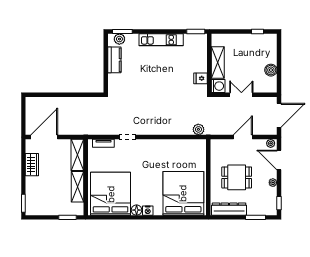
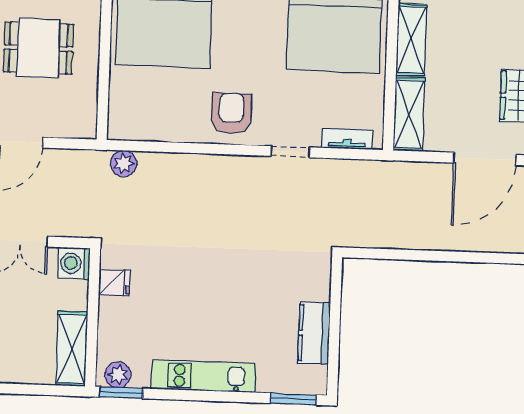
plant: (119, 39) -> (118, 375), moved
shelving: (218, 63) -> (72, 349), moved
armchair: (153, 152) -> (231, 113), added

